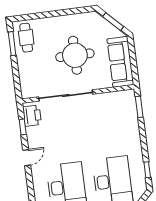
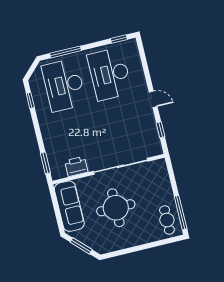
window: (12, 44) -> (181, 213), width x1.44
printer: (32, 116) -> (76, 166), moved, turned 90
door: (27, 158) -> (153, 99), swing flipped

